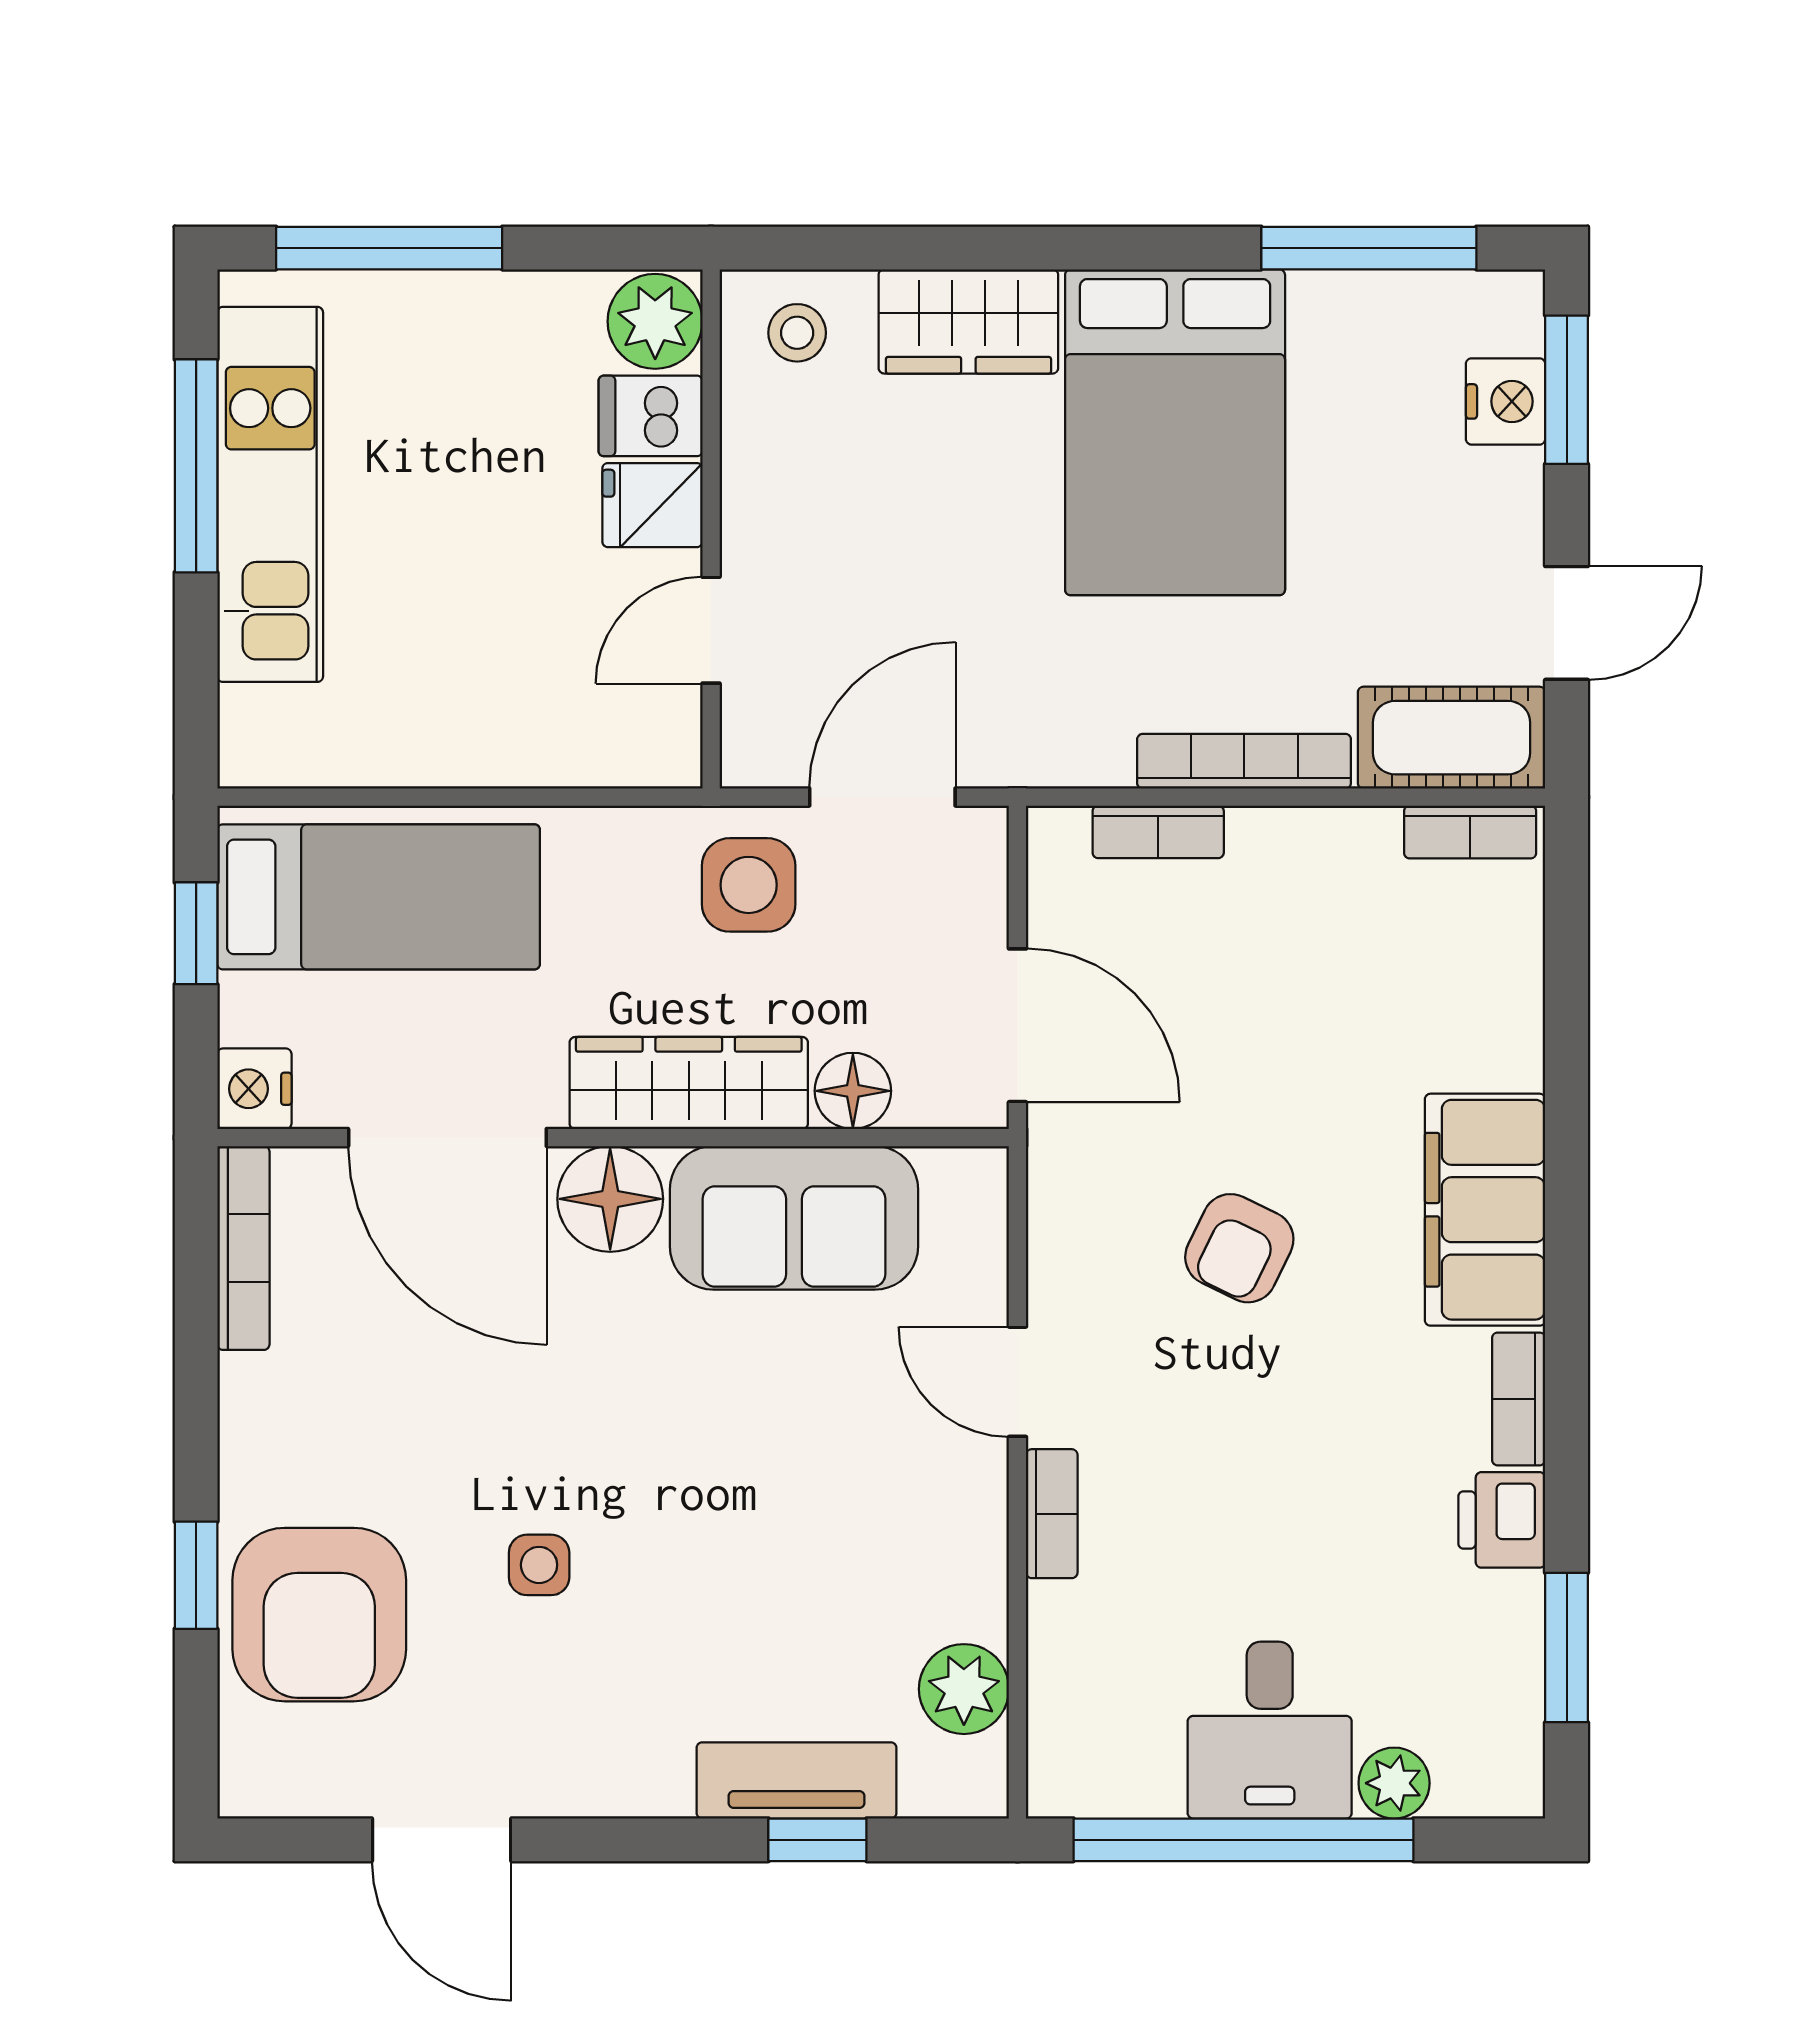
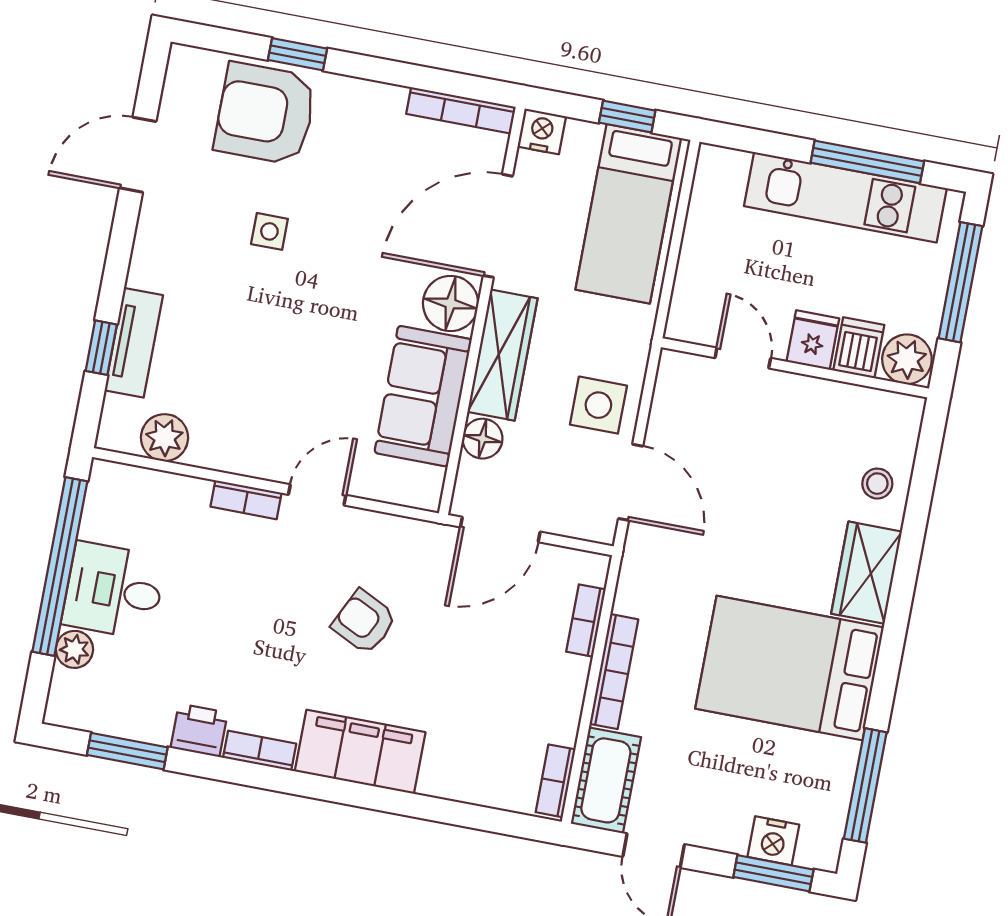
plant: (655, 321) -> (907, 359), moved
dishwasher: (651, 416) -> (859, 348), moved
fridge: (652, 505) -> (813, 340), moved
wall: (711, 529) -> (795, 368), moved
door: (711, 630) -> (743, 358), moved

